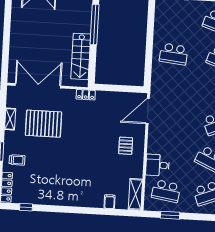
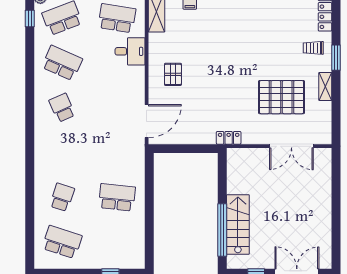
stairs: (81, 56) -> (238, 225), moved
double door: (38, 86) -> (291, 146), width x0.73
shelving: (10, 119) -> (325, 86), moved

